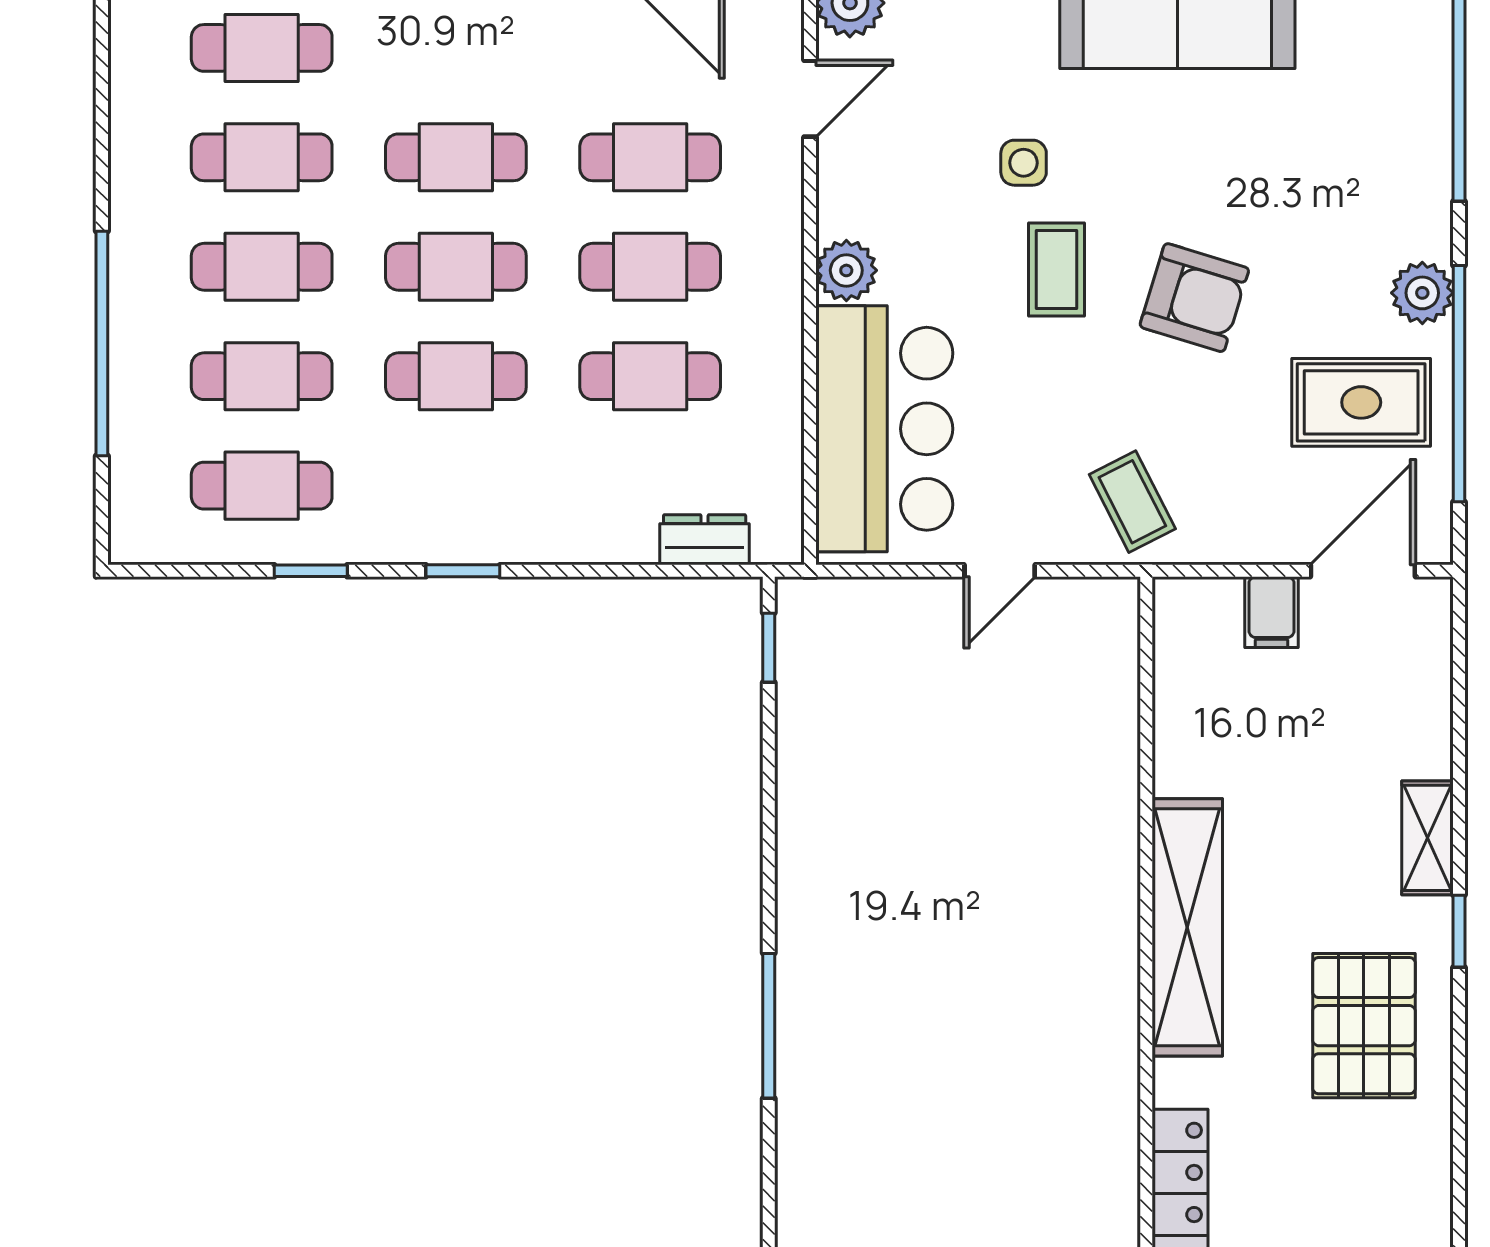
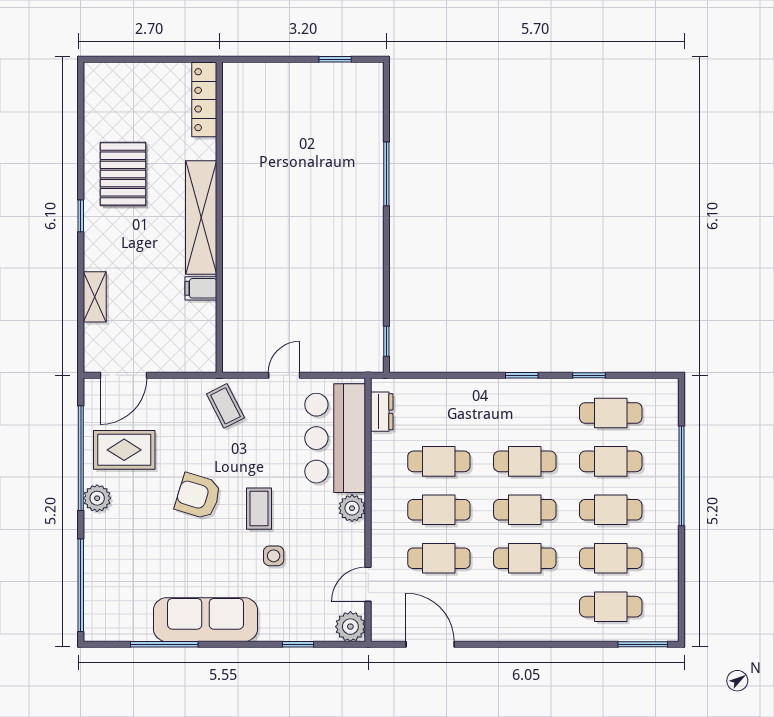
dresser: (705, 540) -> (382, 412), moved, turned -90
filing cabinet: (1272, 612) -> (201, 288), moved, turned -90
shelving: (1428, 838) -> (95, 297), moved

